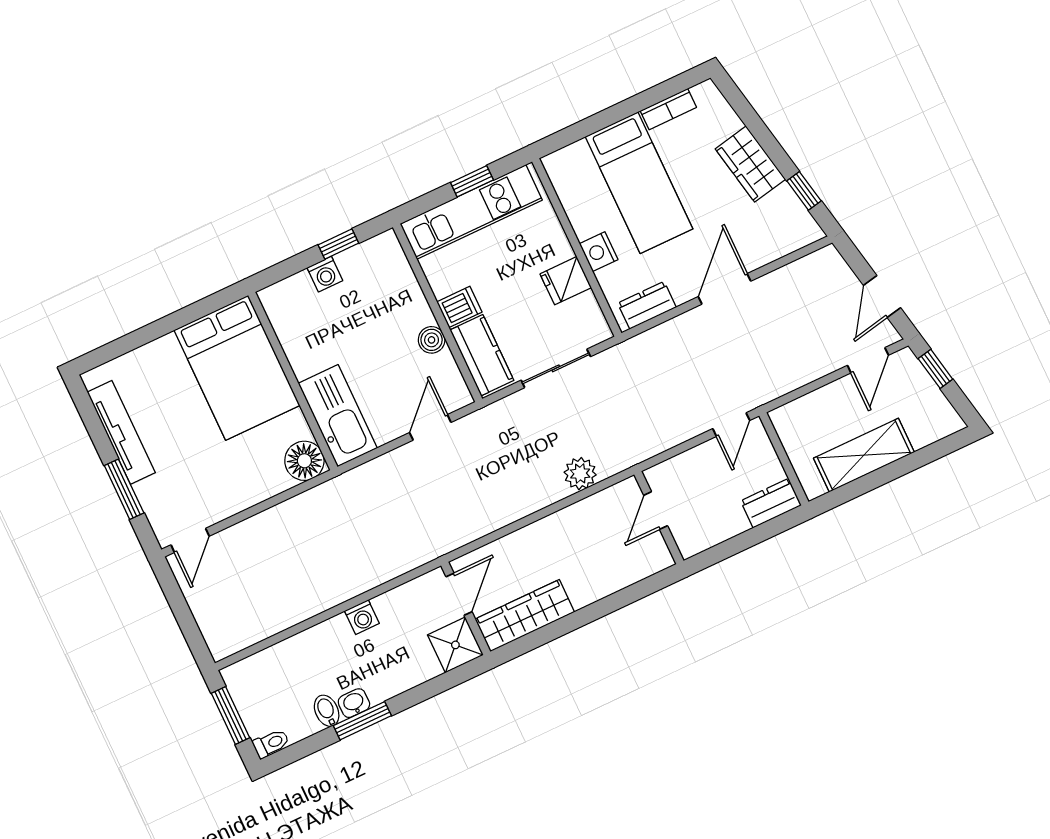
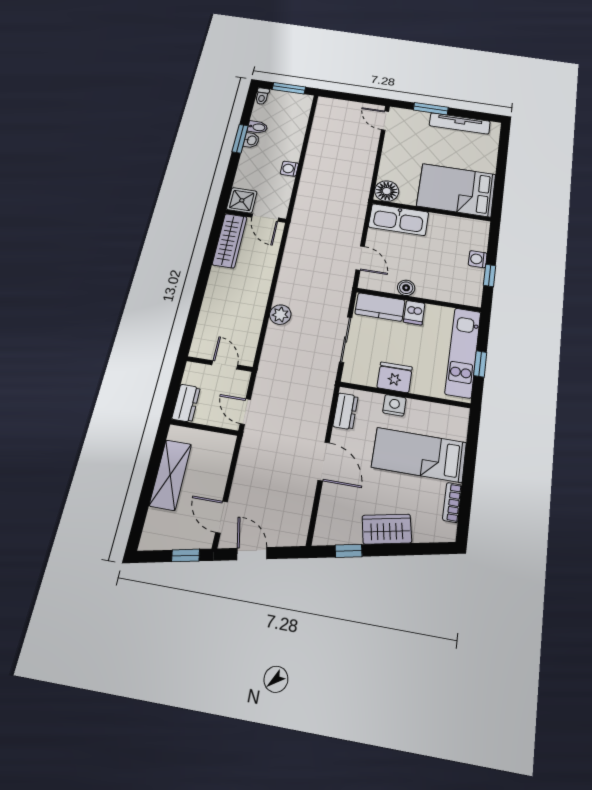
fridge: (566, 281) -> (395, 377), width x1.38
door: (656, 510) -> (225, 365), moved
wall: (659, 518) -> (220, 364), moved

